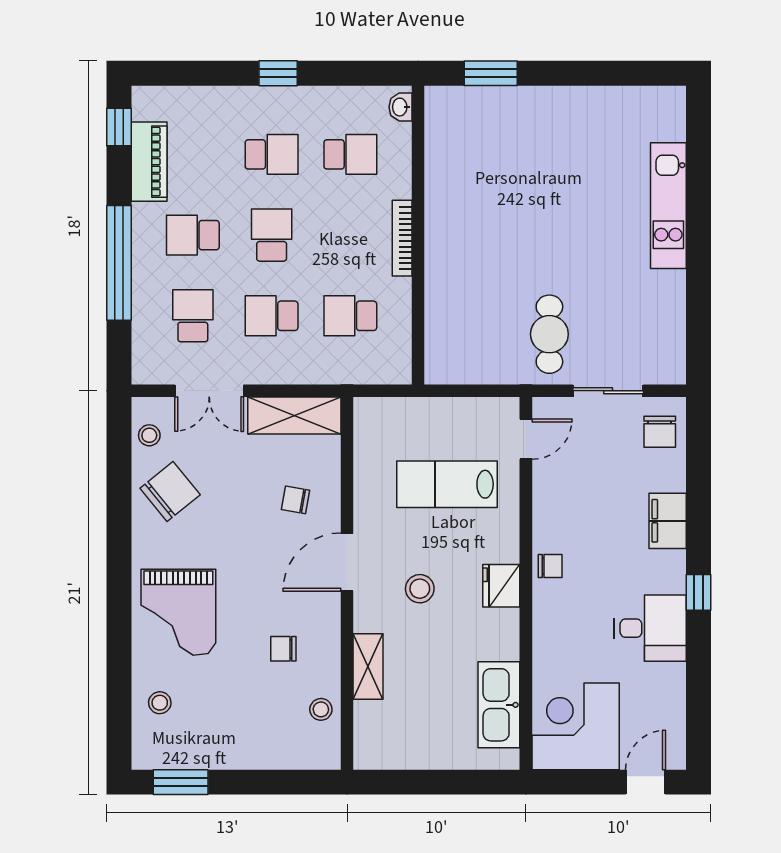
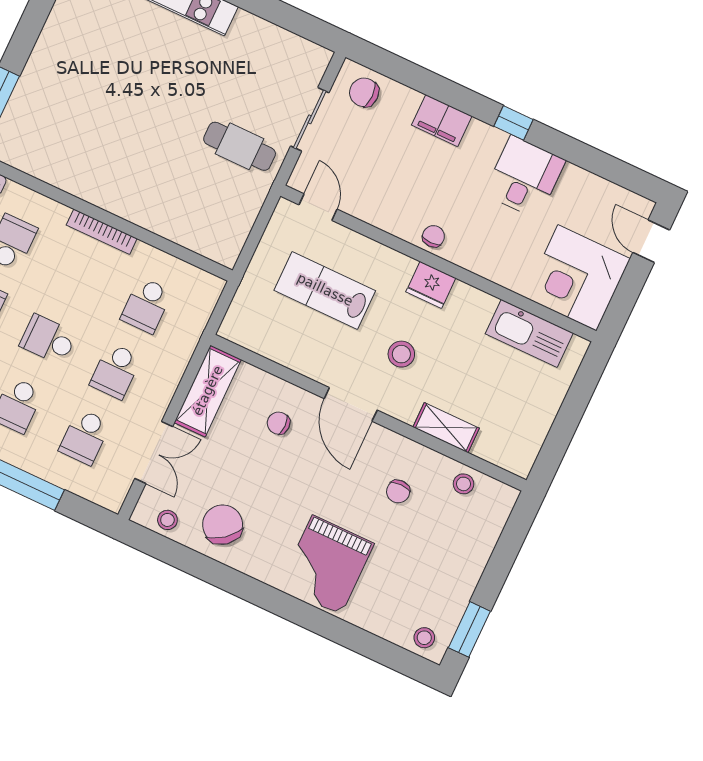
school desk: (193, 316) -> (85, 437), turned -90
chair: (660, 432) -> (364, 92), turned 180
lab bench: (447, 484) -> (325, 290), turned 90
chair: (295, 500) -> (279, 423), turned 80
grand piano: (178, 612) -> (327, 565), turned 90
stool: (160, 703) -> (424, 638), moved

